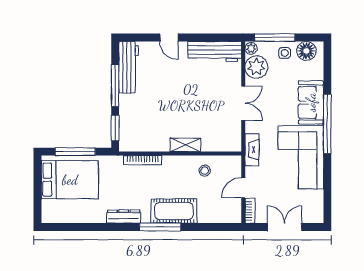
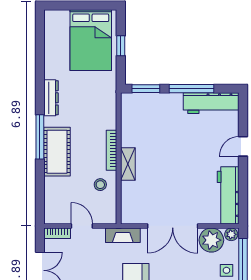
double door: (243, 103) -> (173, 226), width x1.37
window: (75, 152) -> (121, 46), width x0.46
bookcase: (143, 160) -> (112, 150), moved

